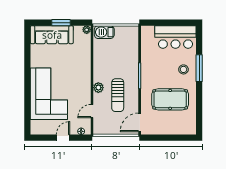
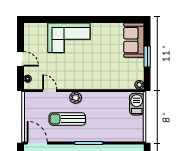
sofa: (52, 35) -> (134, 40), width x0.73
corner sofa: (49, 94) -> (69, 38), width x0.73, depth x0.74

